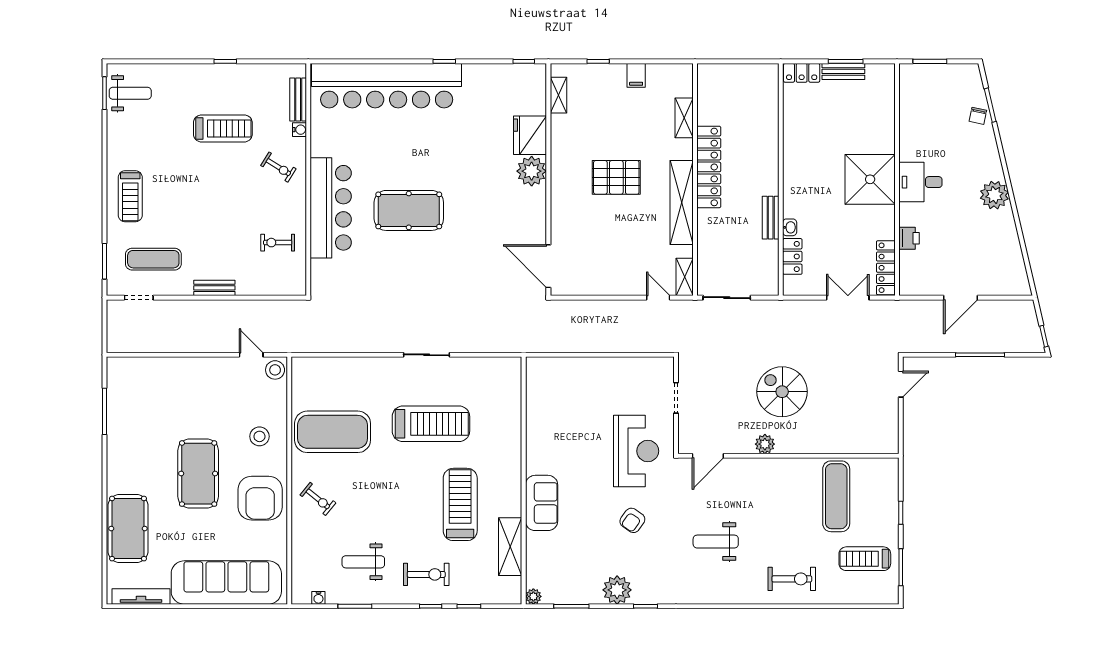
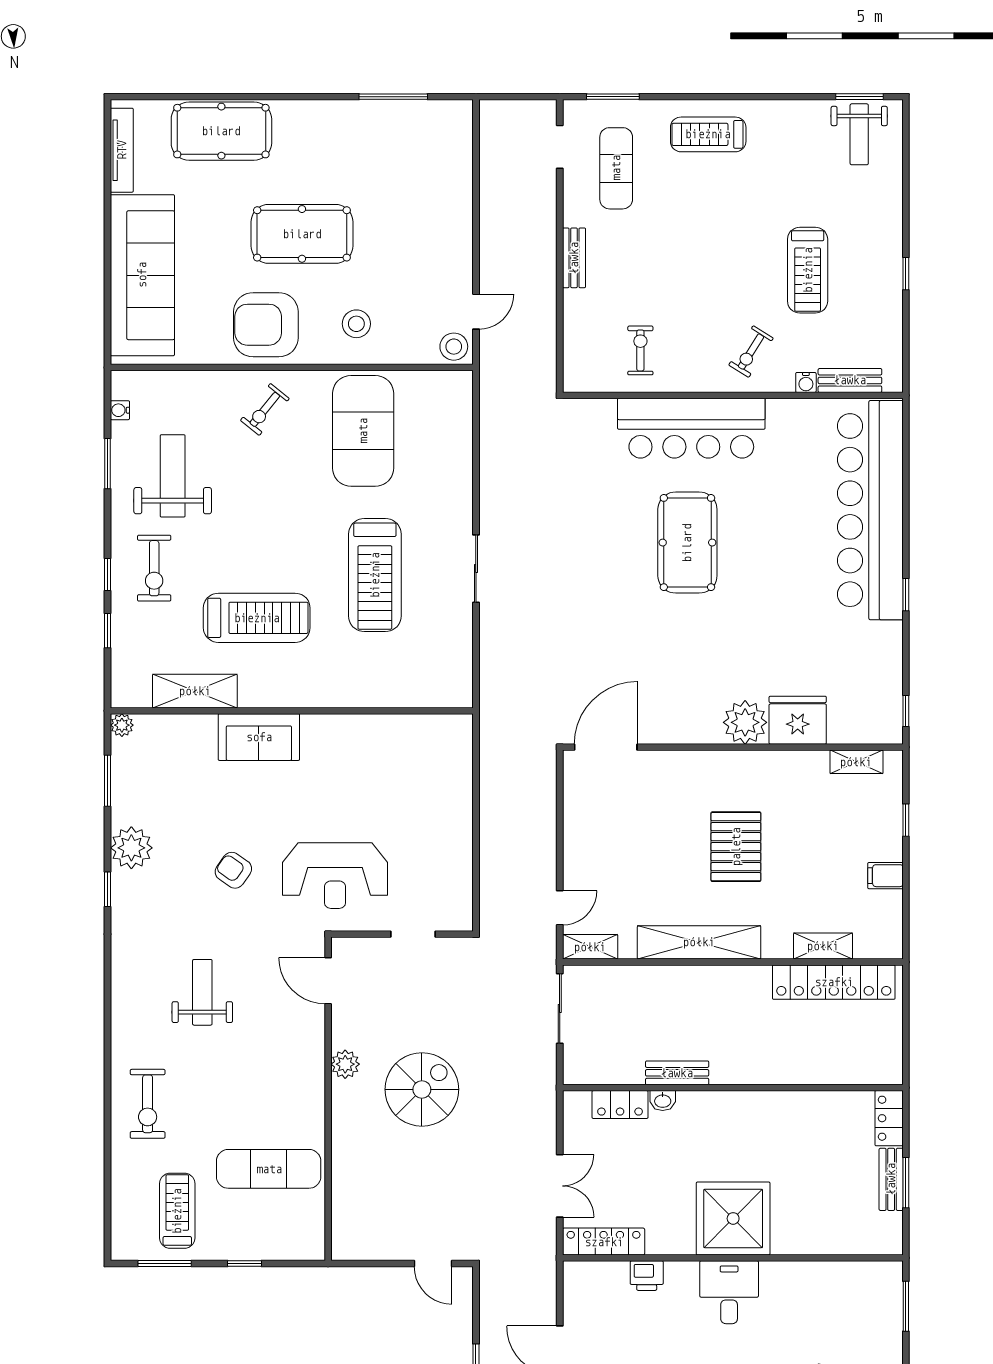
locker: (709, 167) -> (834, 982), moved
weight bench: (363, 562) -> (173, 476), width x1.36, depth x1.33

